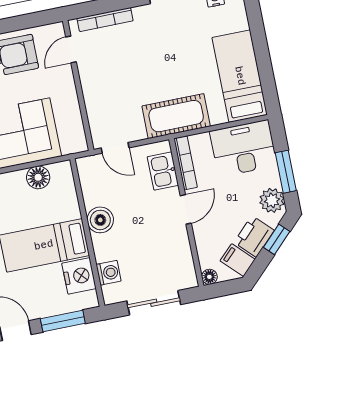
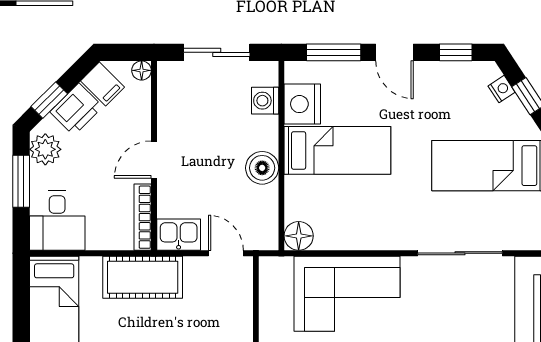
desk: (243, 148) -> (57, 221), width x0.73
kitchen sink: (163, 171) -> (179, 235), moved, turned -90
floor lamp: (38, 177) -> (299, 236), moved

